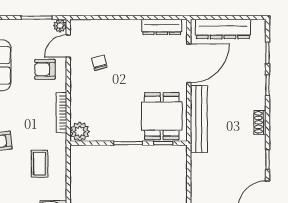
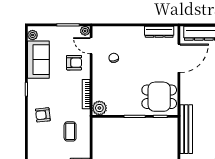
door: (68, 46) -> (91, 46), hinge flipped
armchair: (45, 69) -> (74, 63), turned 180
dining table: (162, 116) -> (159, 97), turned 90
bench: (199, 119) -> (186, 129), moved

